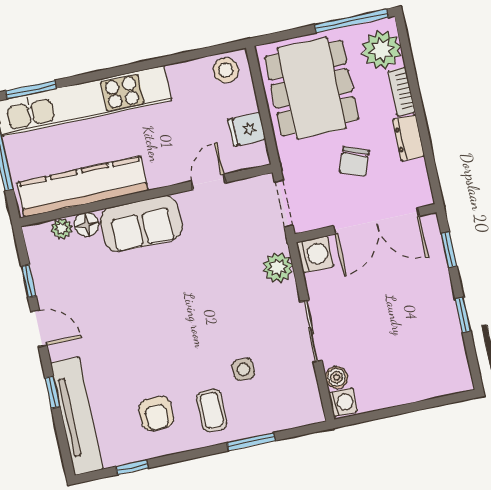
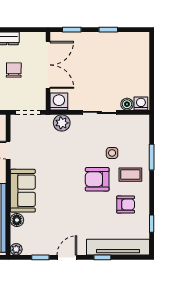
chair: (354, 161) -> (14, 70), turned -110
plant: (62, 228) -> (16, 249), moved
armchair: (190, 353) -> (97, 179), added

